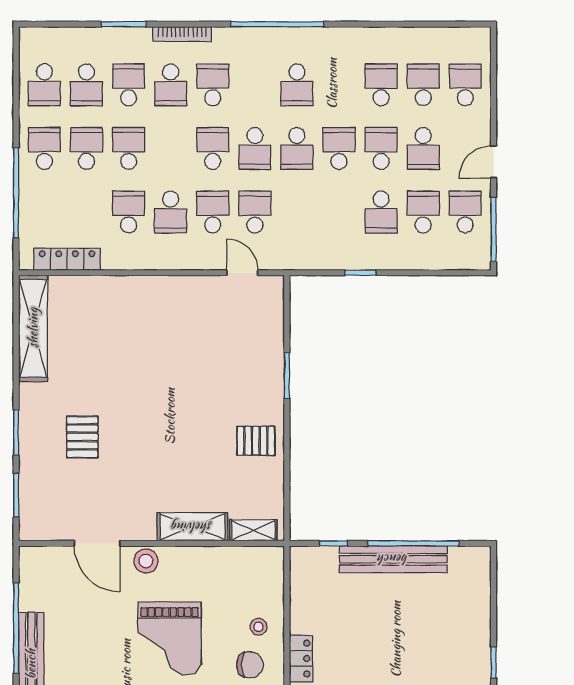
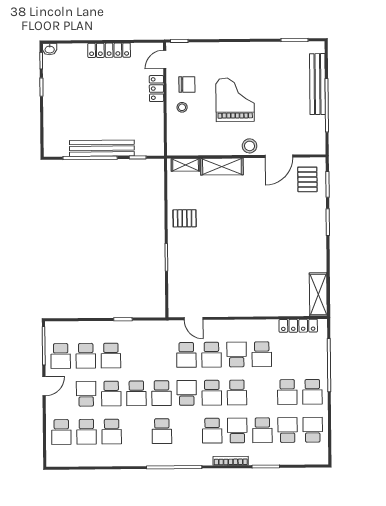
school desk: (297, 85) -> (162, 431), turned 180
school desk: (129, 148) -> (237, 392), moved
school desk: (297, 148) -> (162, 393), turned 180
school desk: (381, 212) -> (111, 356), turned 180
shelving: (33, 328) -> (318, 294), width x0.68
pallet: (82, 437) -> (307, 179), moved
door: (97, 543) -> (279, 156), swing flipped
chair: (250, 665) -> (187, 85), turned 180

